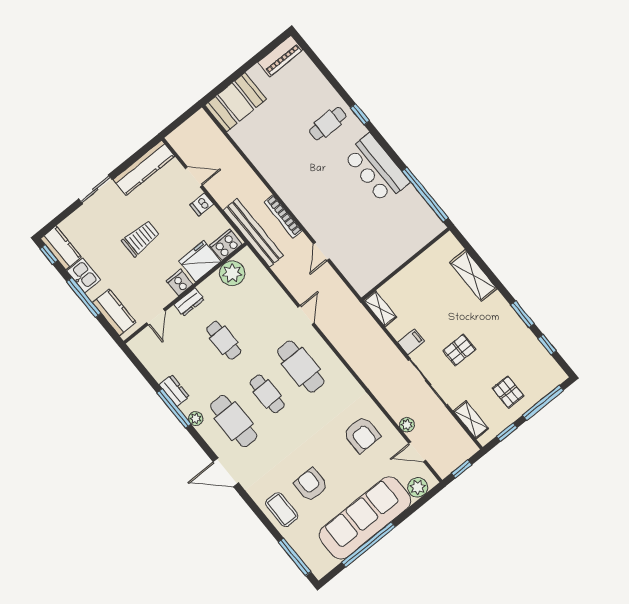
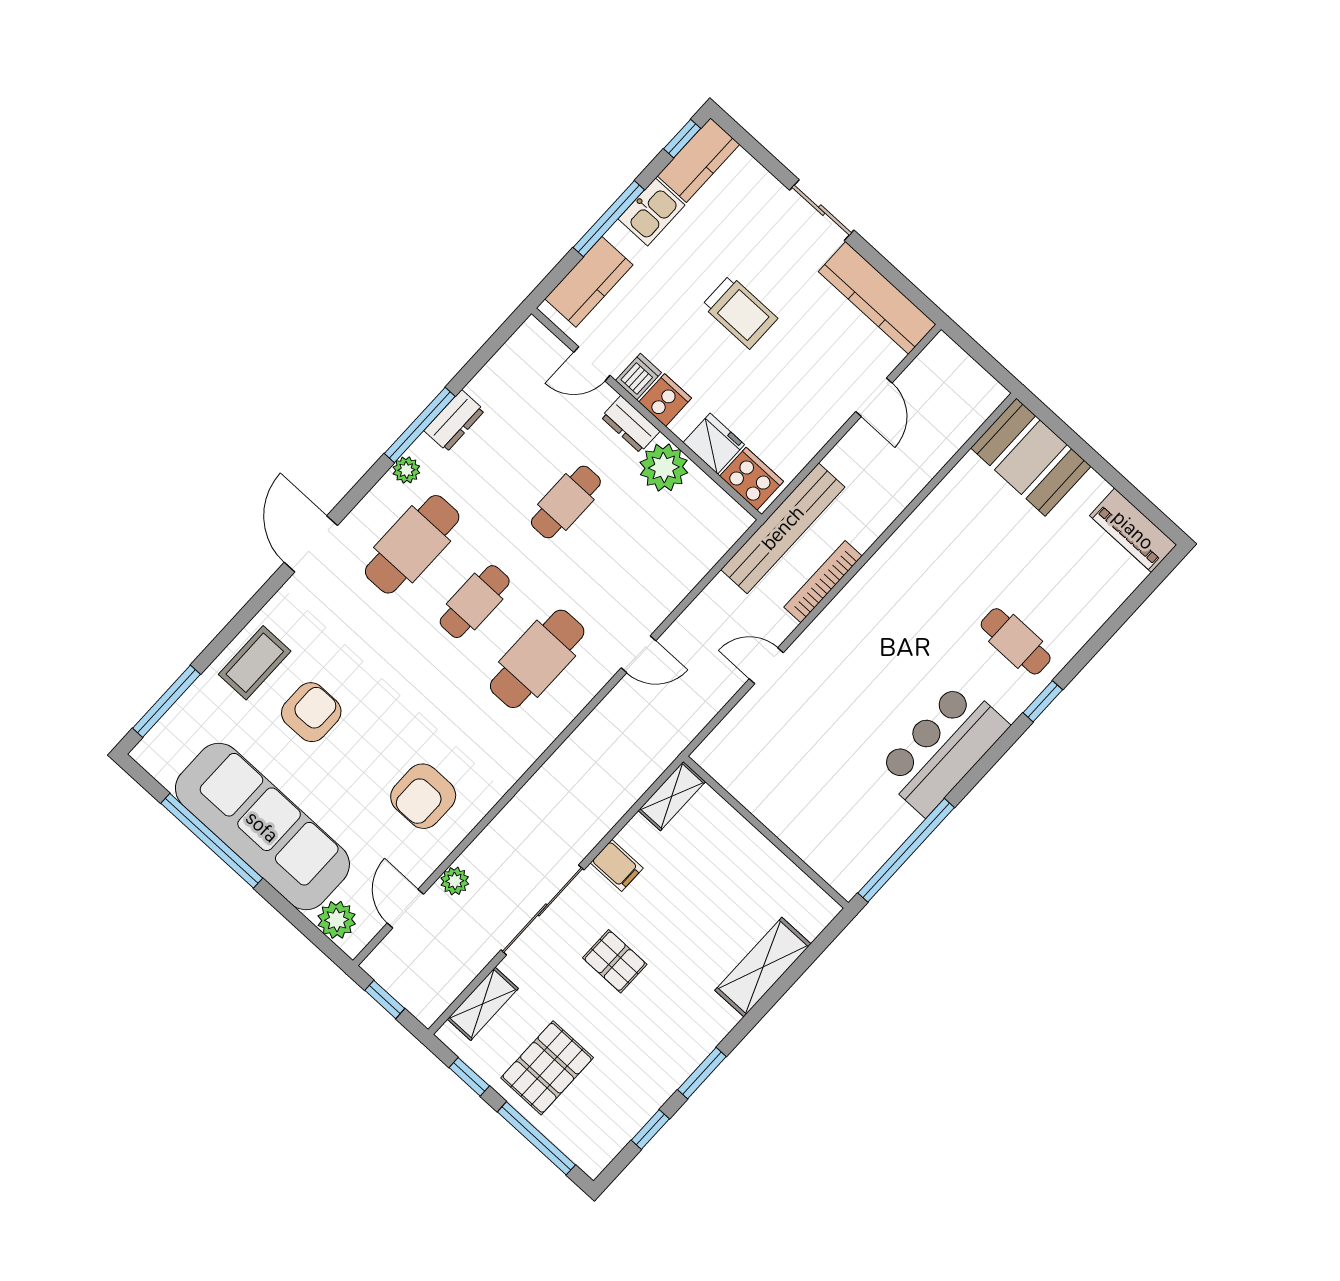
dishwasher: (202, 204) -> (638, 377), moved, turned 90
fridge: (200, 261) -> (714, 444), width x0.73, depth x0.75
plant: (232, 273) -> (664, 467), moved
pallet: (508, 392) -> (547, 1068), width x1.50, depth x1.42

